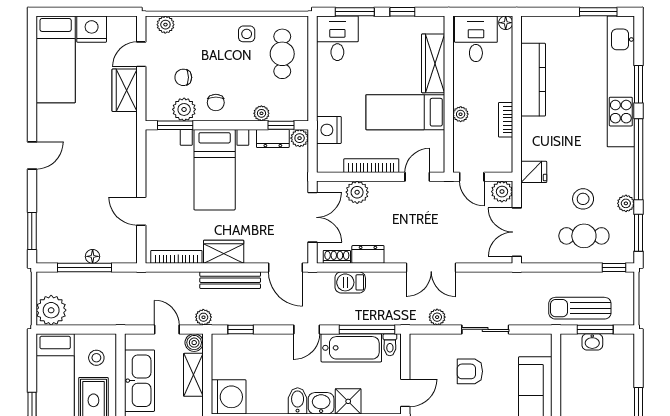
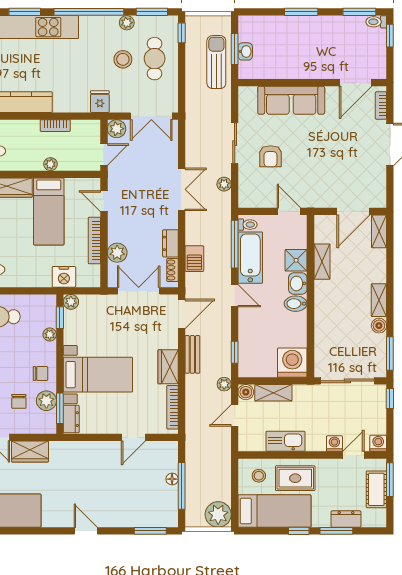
dresser: (273, 138) -> (71, 419), moved
bench: (230, 280) -> (192, 354), width x0.73
sun lounger: (580, 308) -> (216, 62), turned 180
kitchen sink: (140, 381) -> (285, 441), width x0.73, depth x0.81

